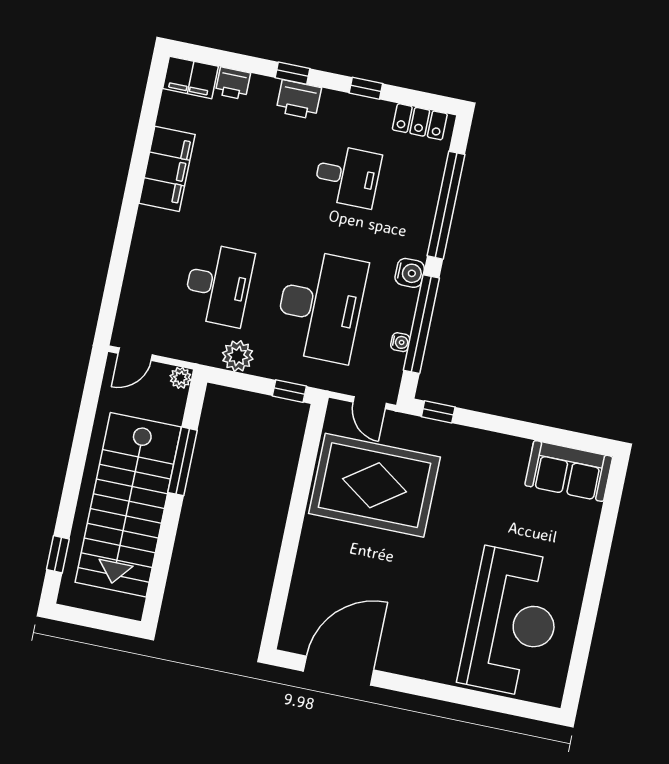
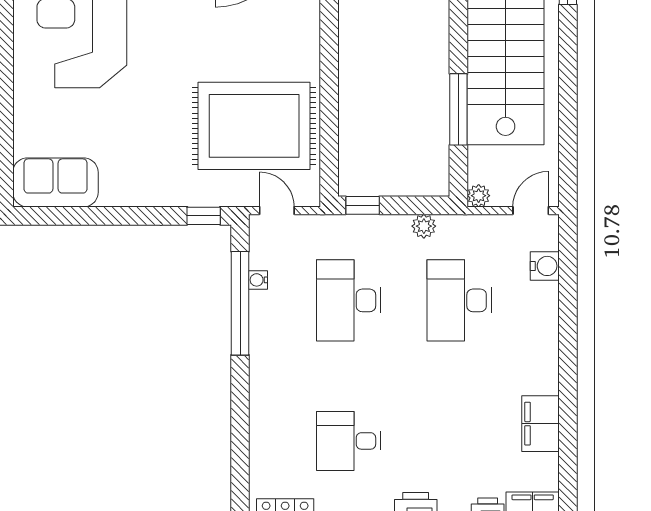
filing cabinet: (167, 169) -> (541, 424), width x0.67, depth x0.86
window: (446, 205) -> (240, 432), removed
water cooler: (410, 273) -> (545, 266), moved, turned 180
desk: (320, 306) -> (349, 300), width x0.73, depth x0.77
plant: (238, 356) -> (424, 226), width x0.73, depth x0.73

